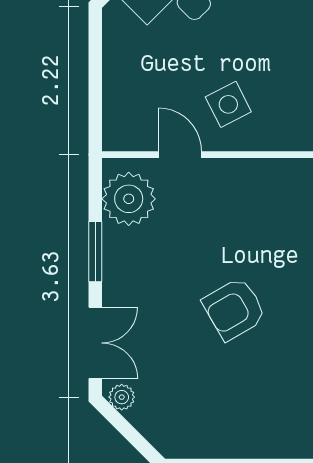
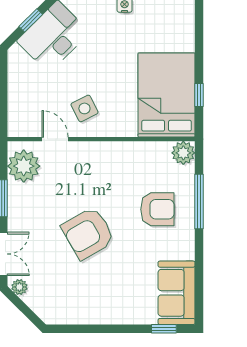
armchair: (234, 309) -> (88, 233), width x1.36, depth x1.36

